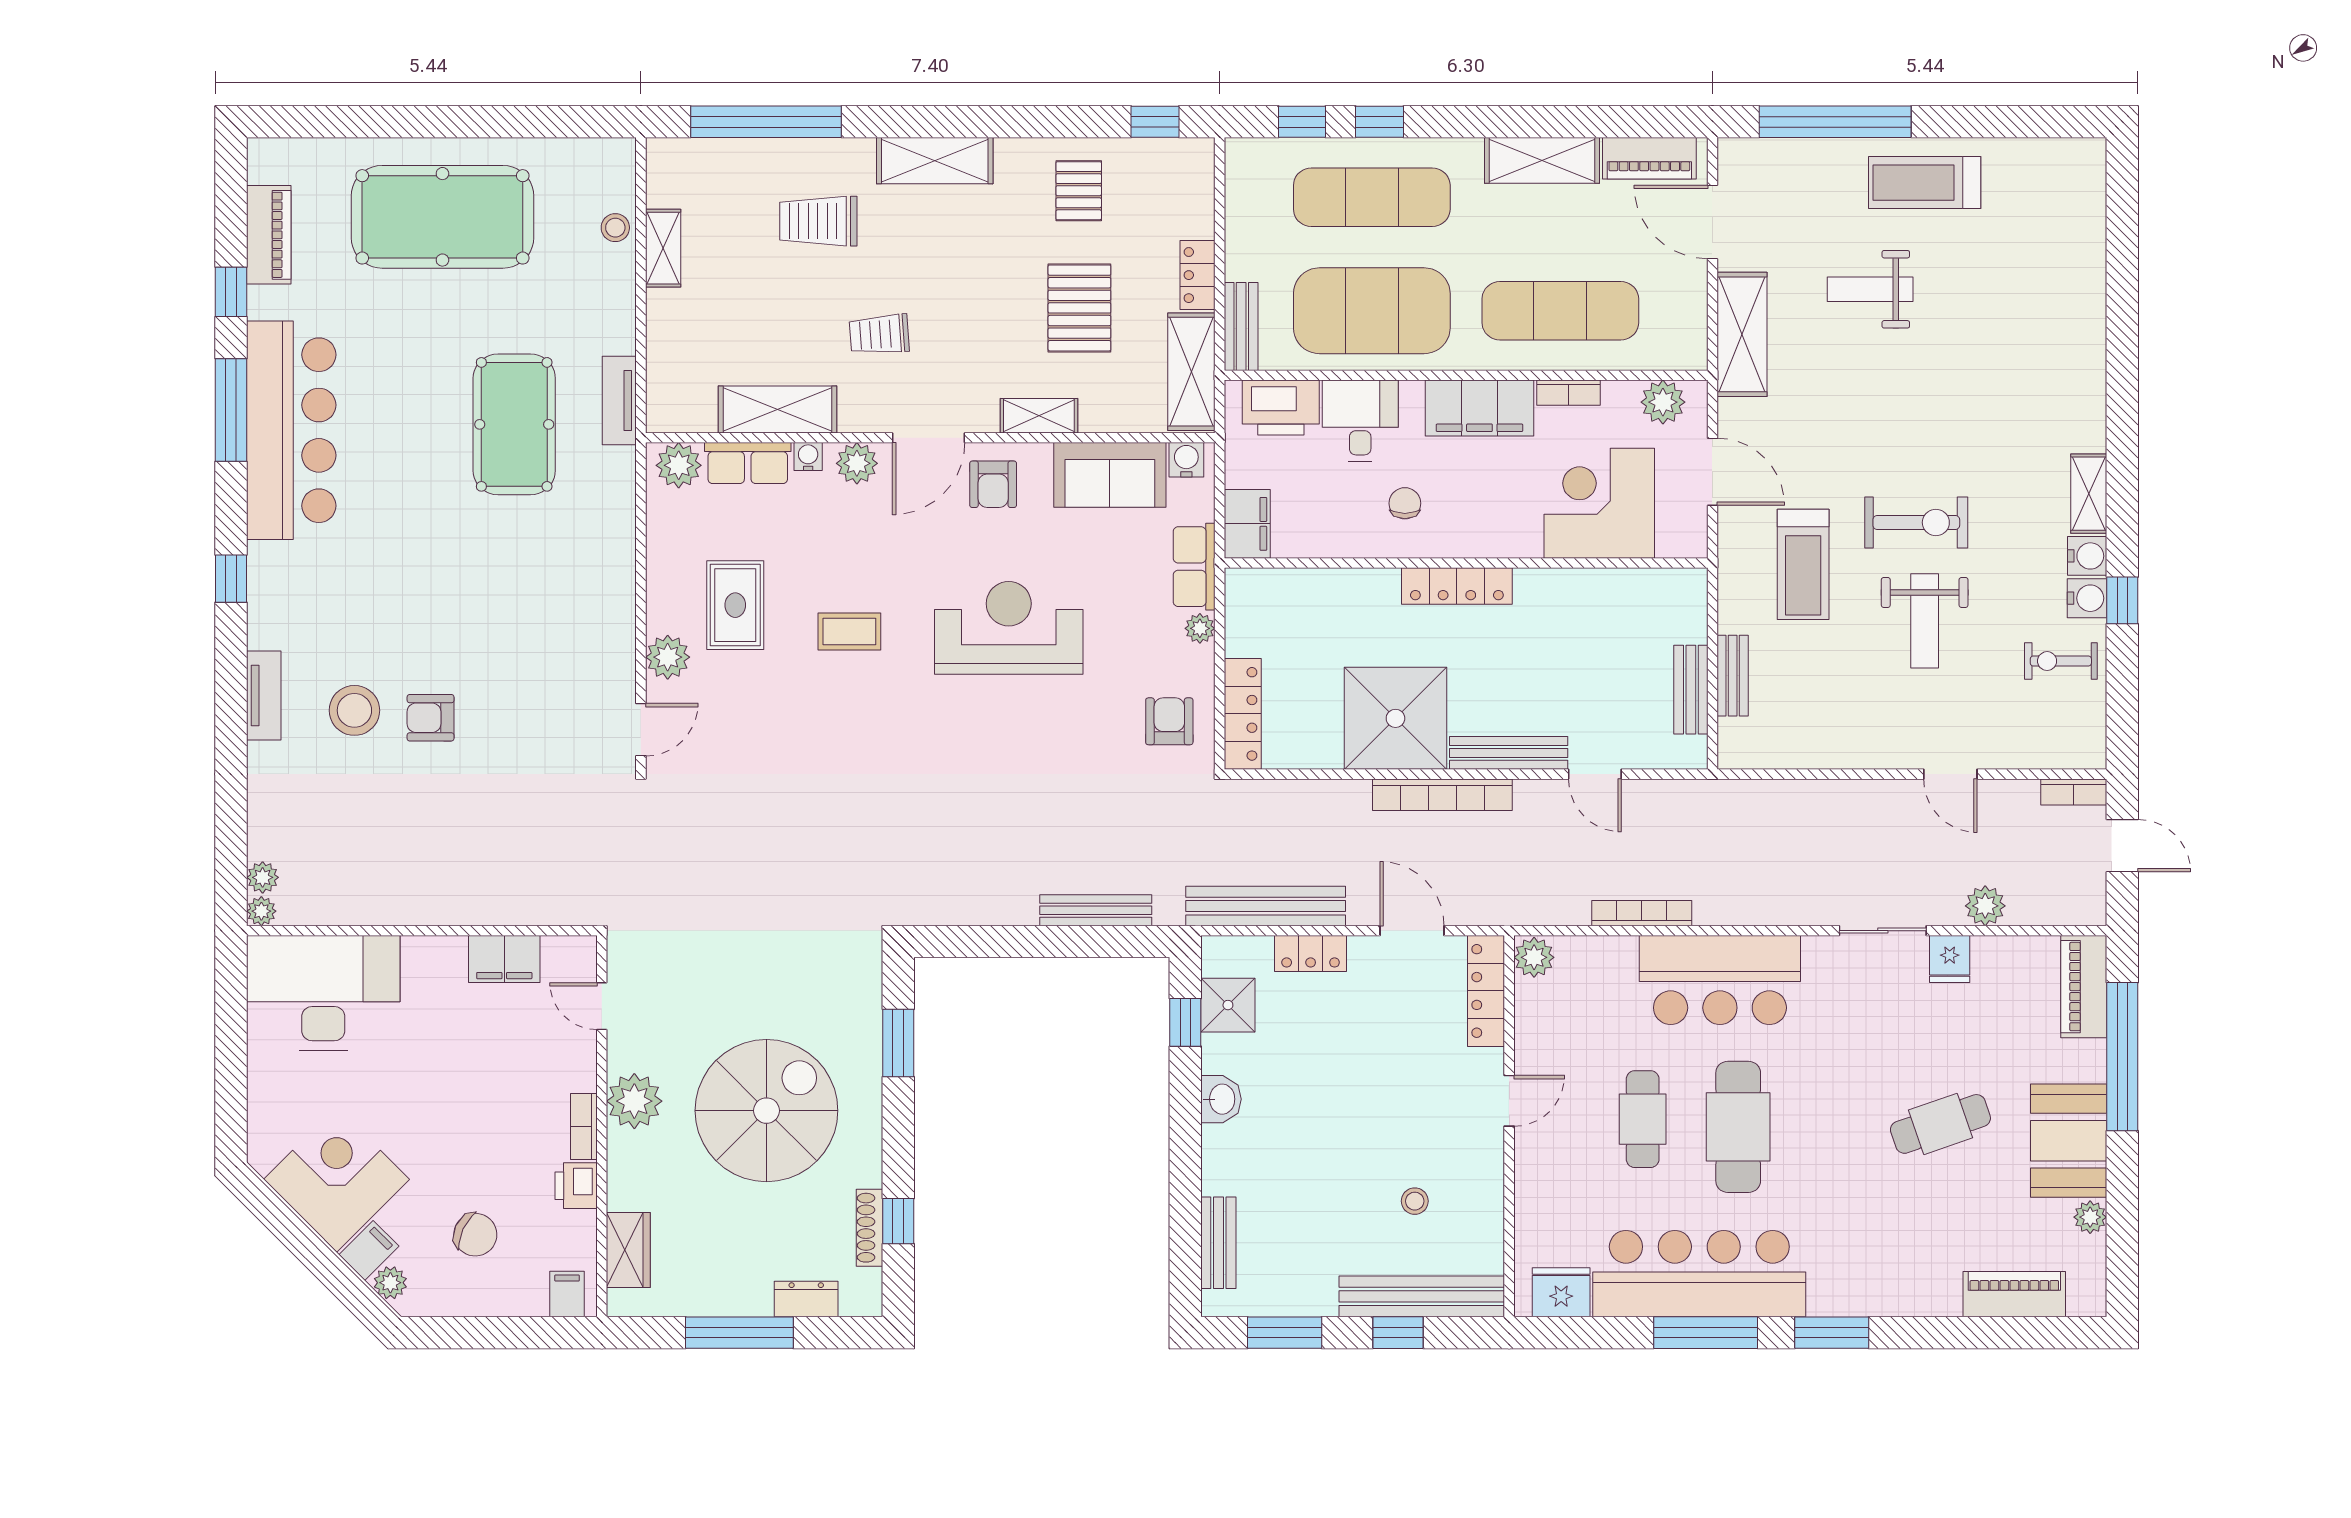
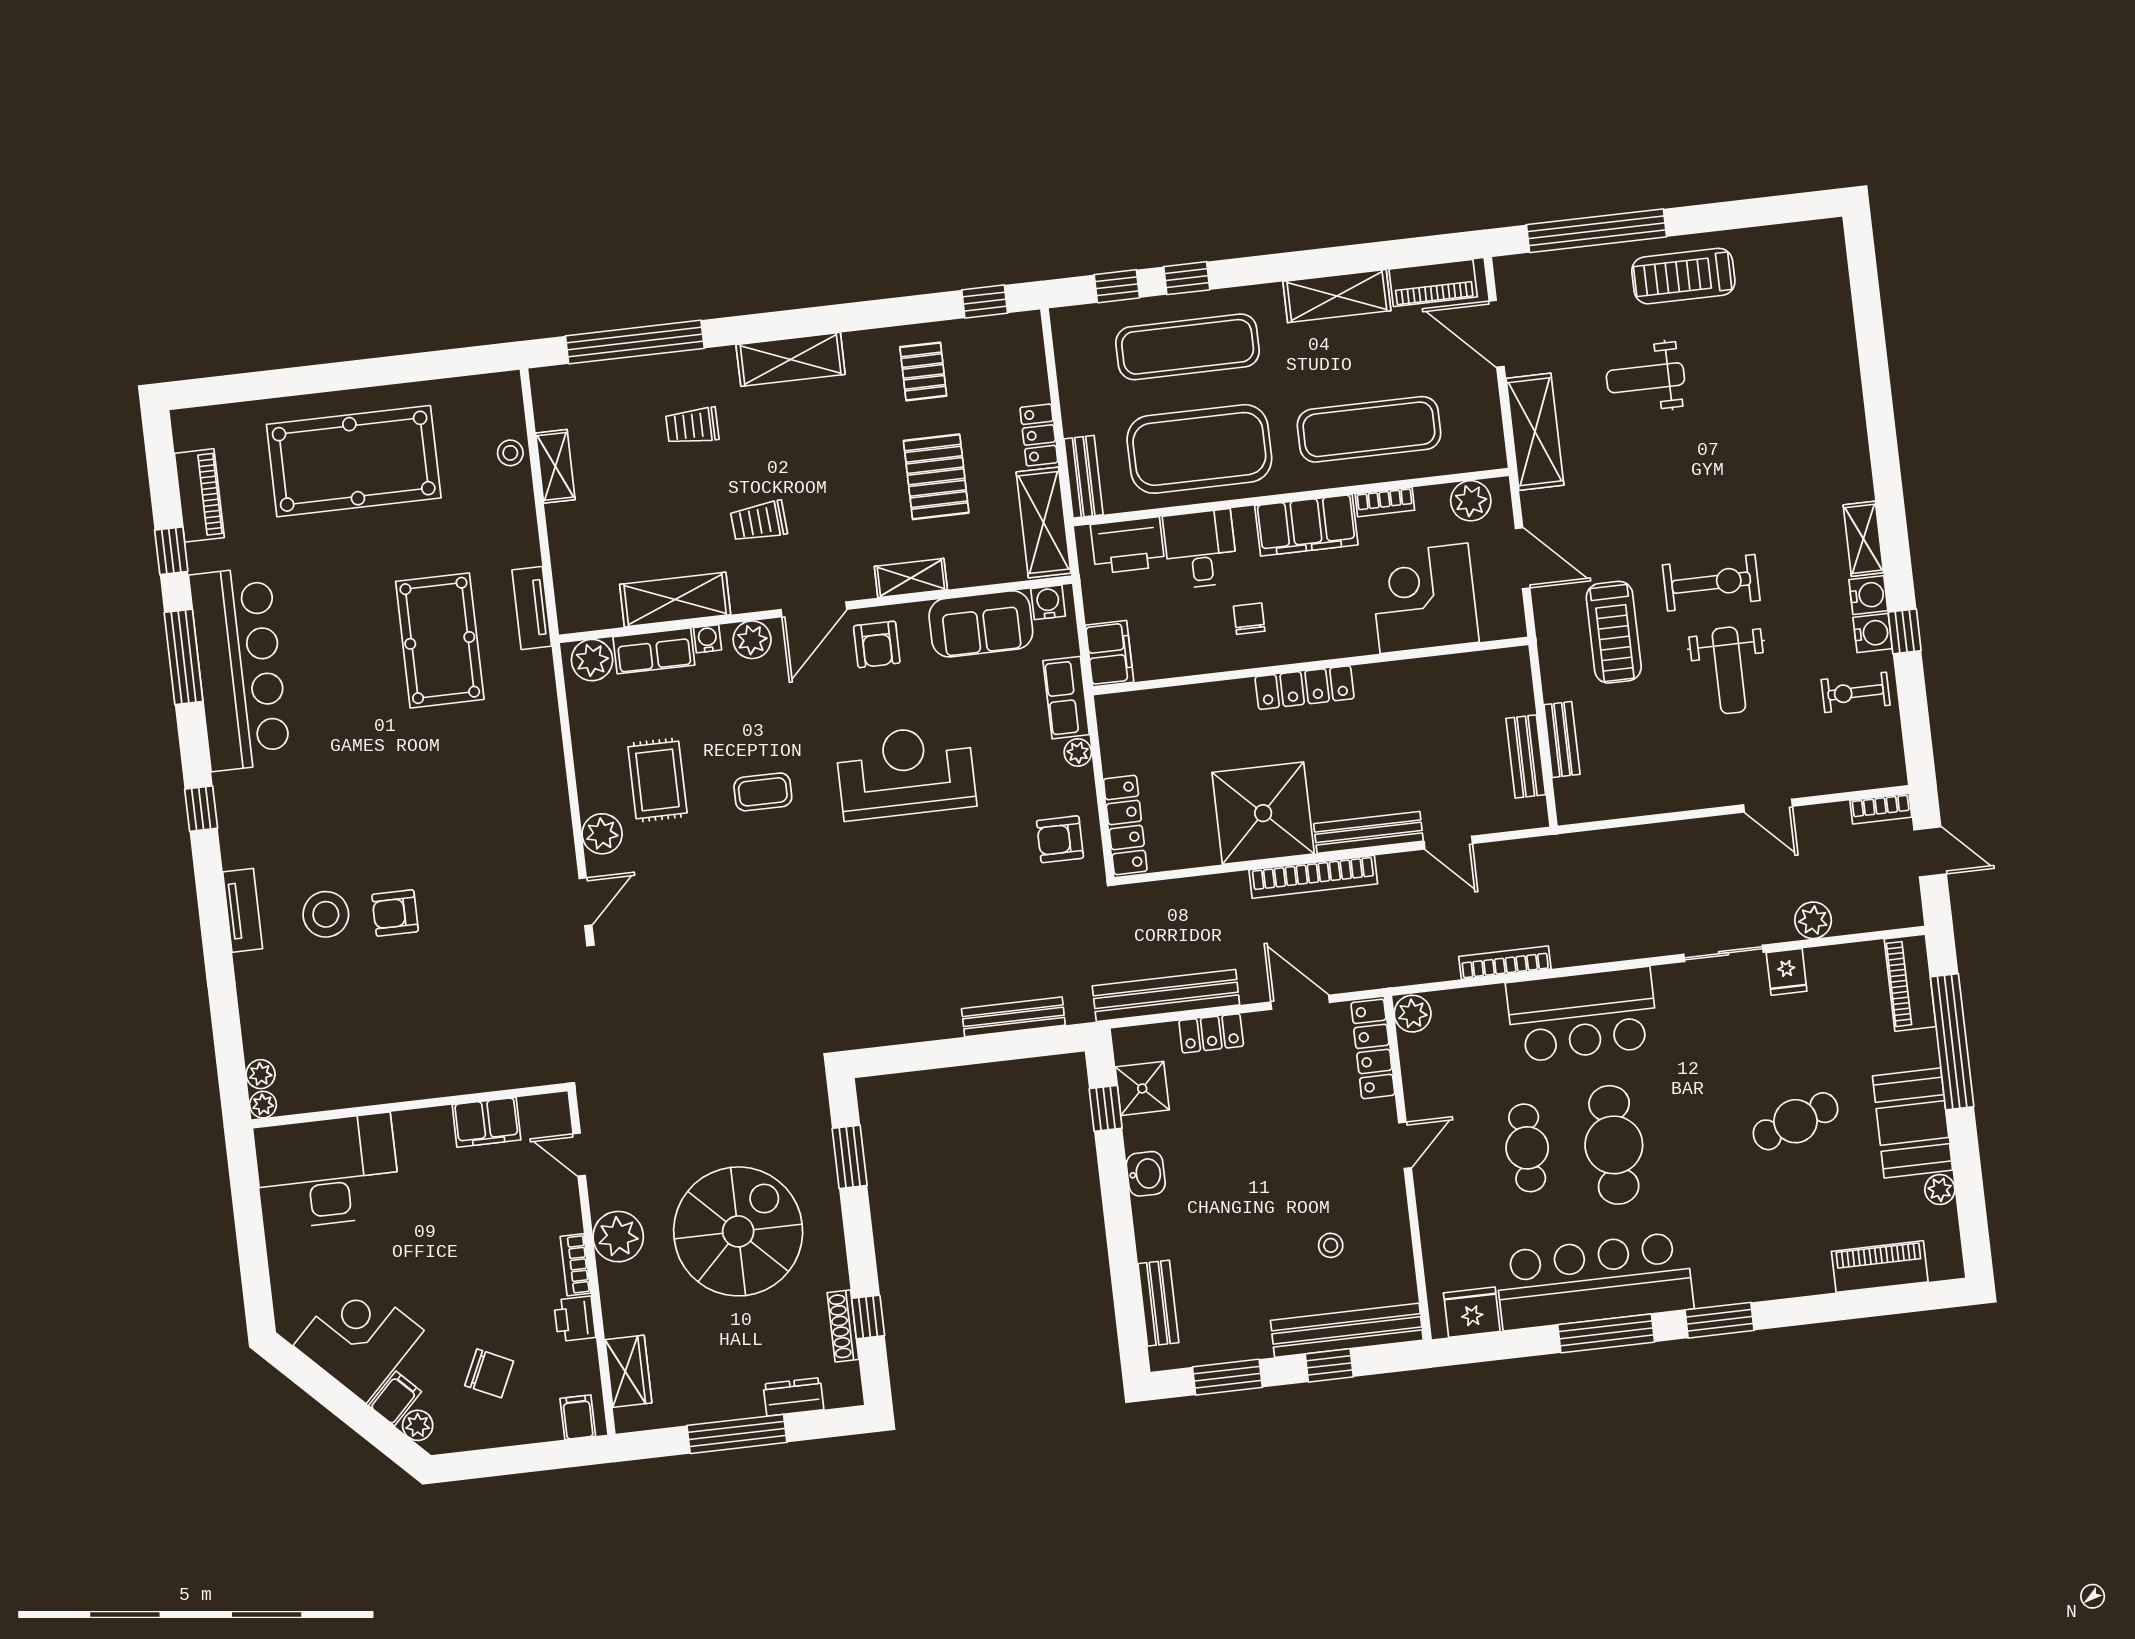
trolley: (818, 221) -> (692, 426), width x0.73, depth x0.72
armchair: (1169, 721) -> (1060, 839), turned -90

